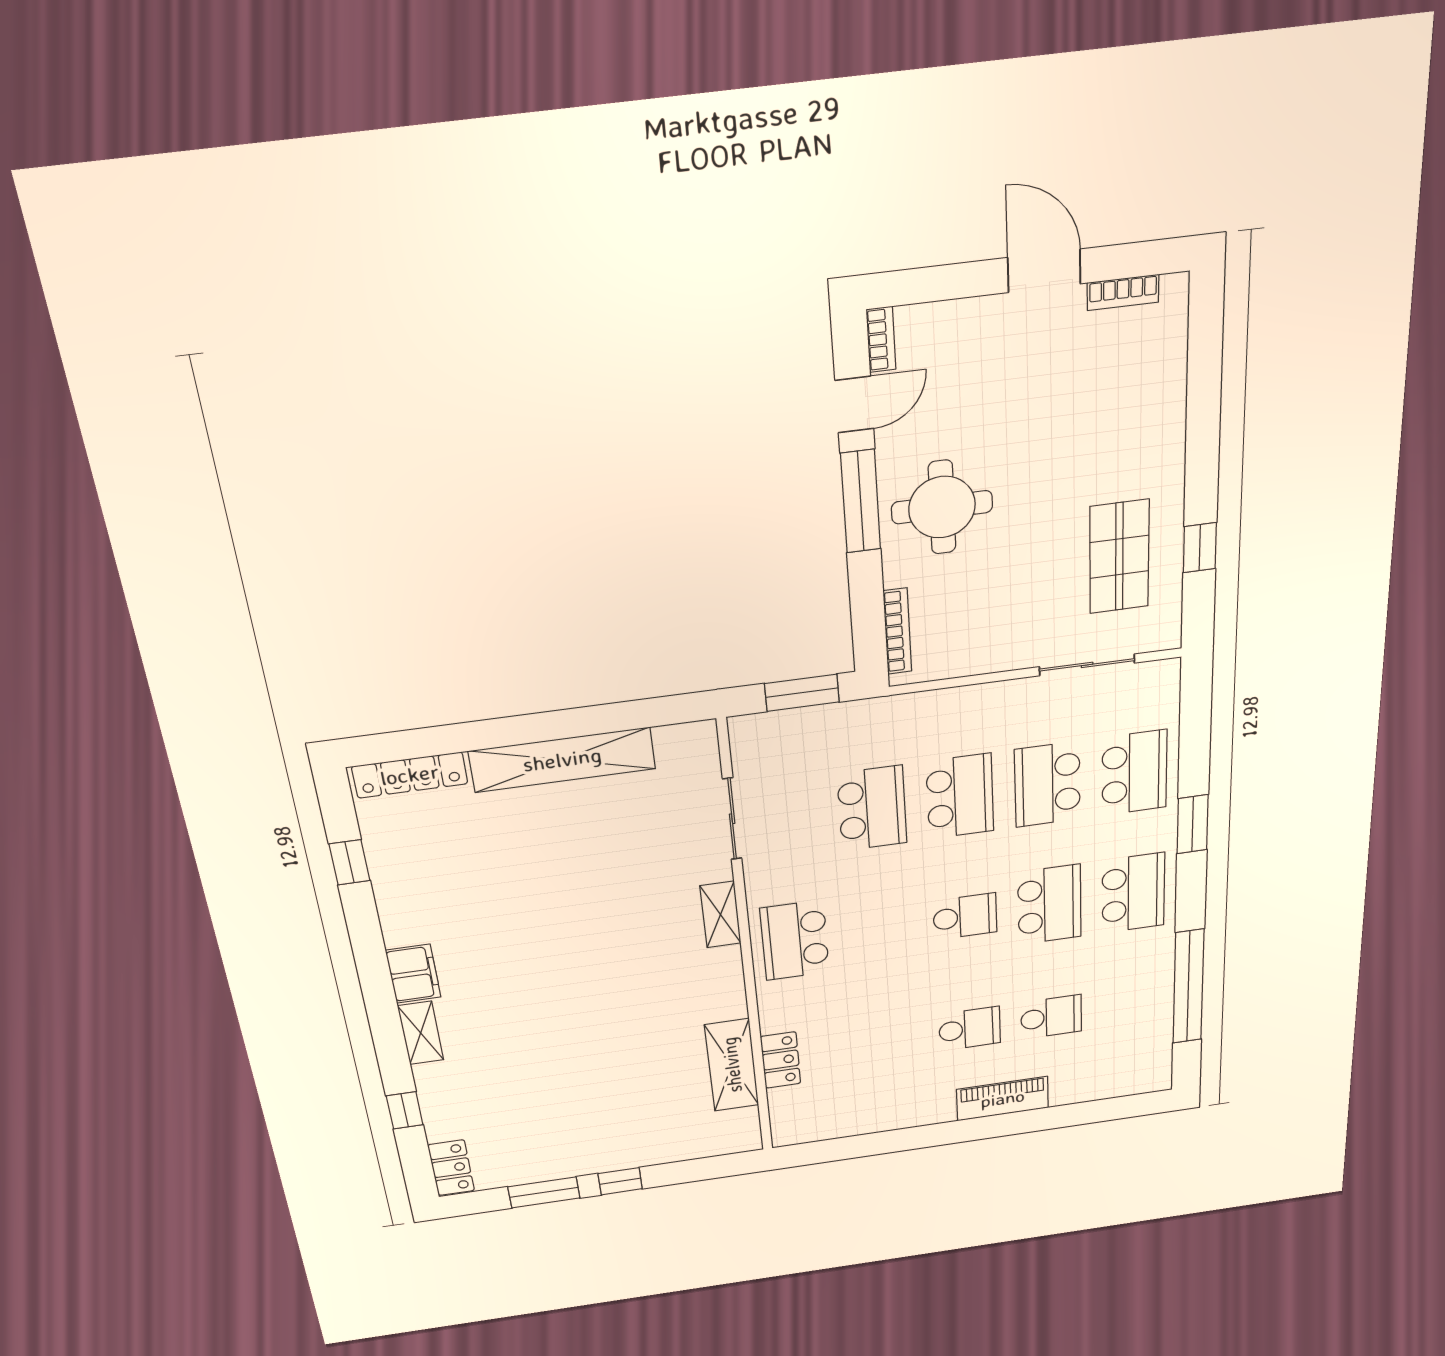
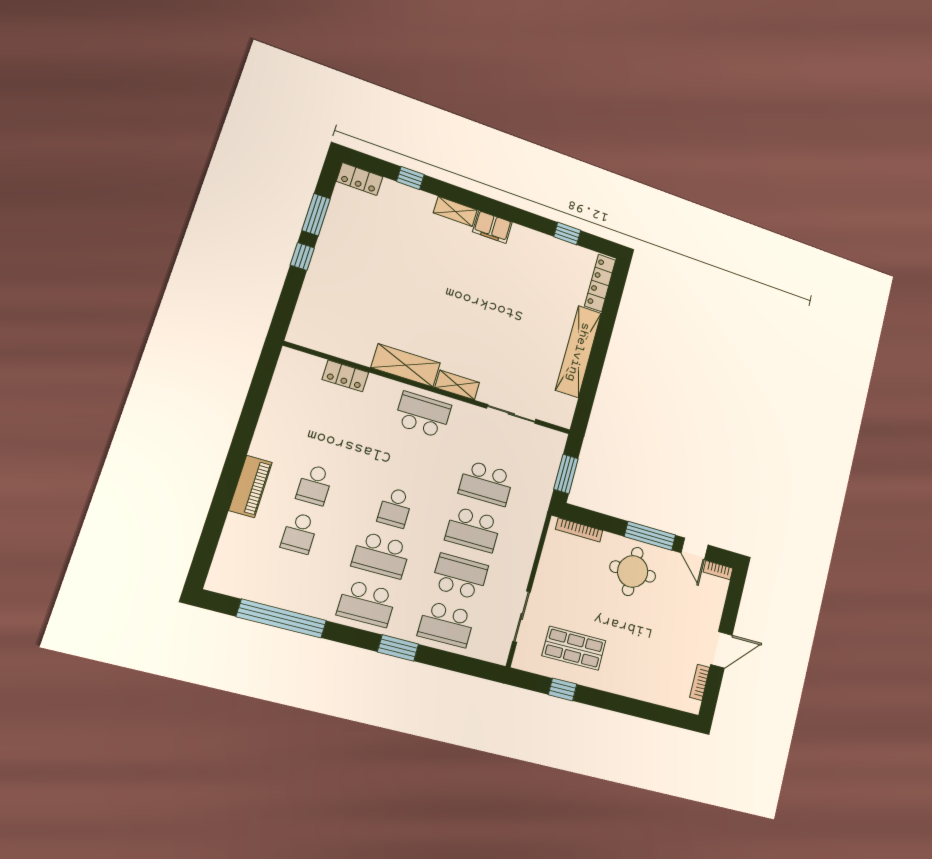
shelving: (732, 1065) -> (406, 365), moved

